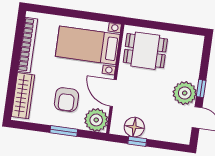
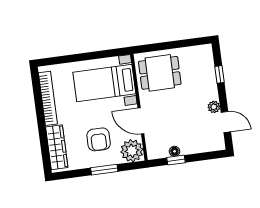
window: (201, 88) -> (220, 74), moved
plant: (185, 93) -> (214, 107), width x0.53, depth x0.53
floor lamp: (134, 127) -> (175, 151), width x0.53, depth x0.53

